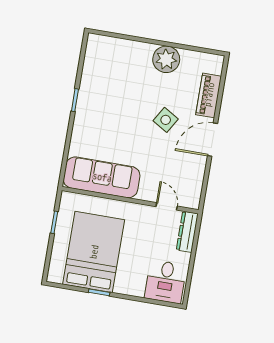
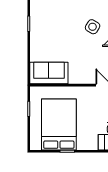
sofa: (102, 177) -> (49, 73), width x0.73

